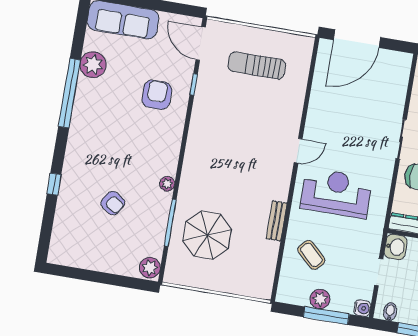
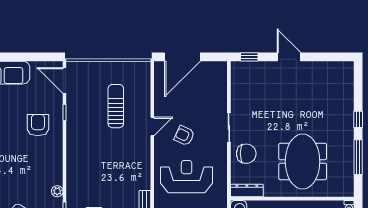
sun lounger: (257, 65) -> (116, 106), moved, turned 90
armchair: (342, 140) -> (184, 136), added
door: (298, 151) -> (152, 126), moved

